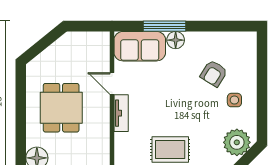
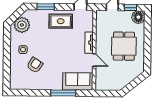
floor lamp: (176, 40) -> (57, 85), removed

